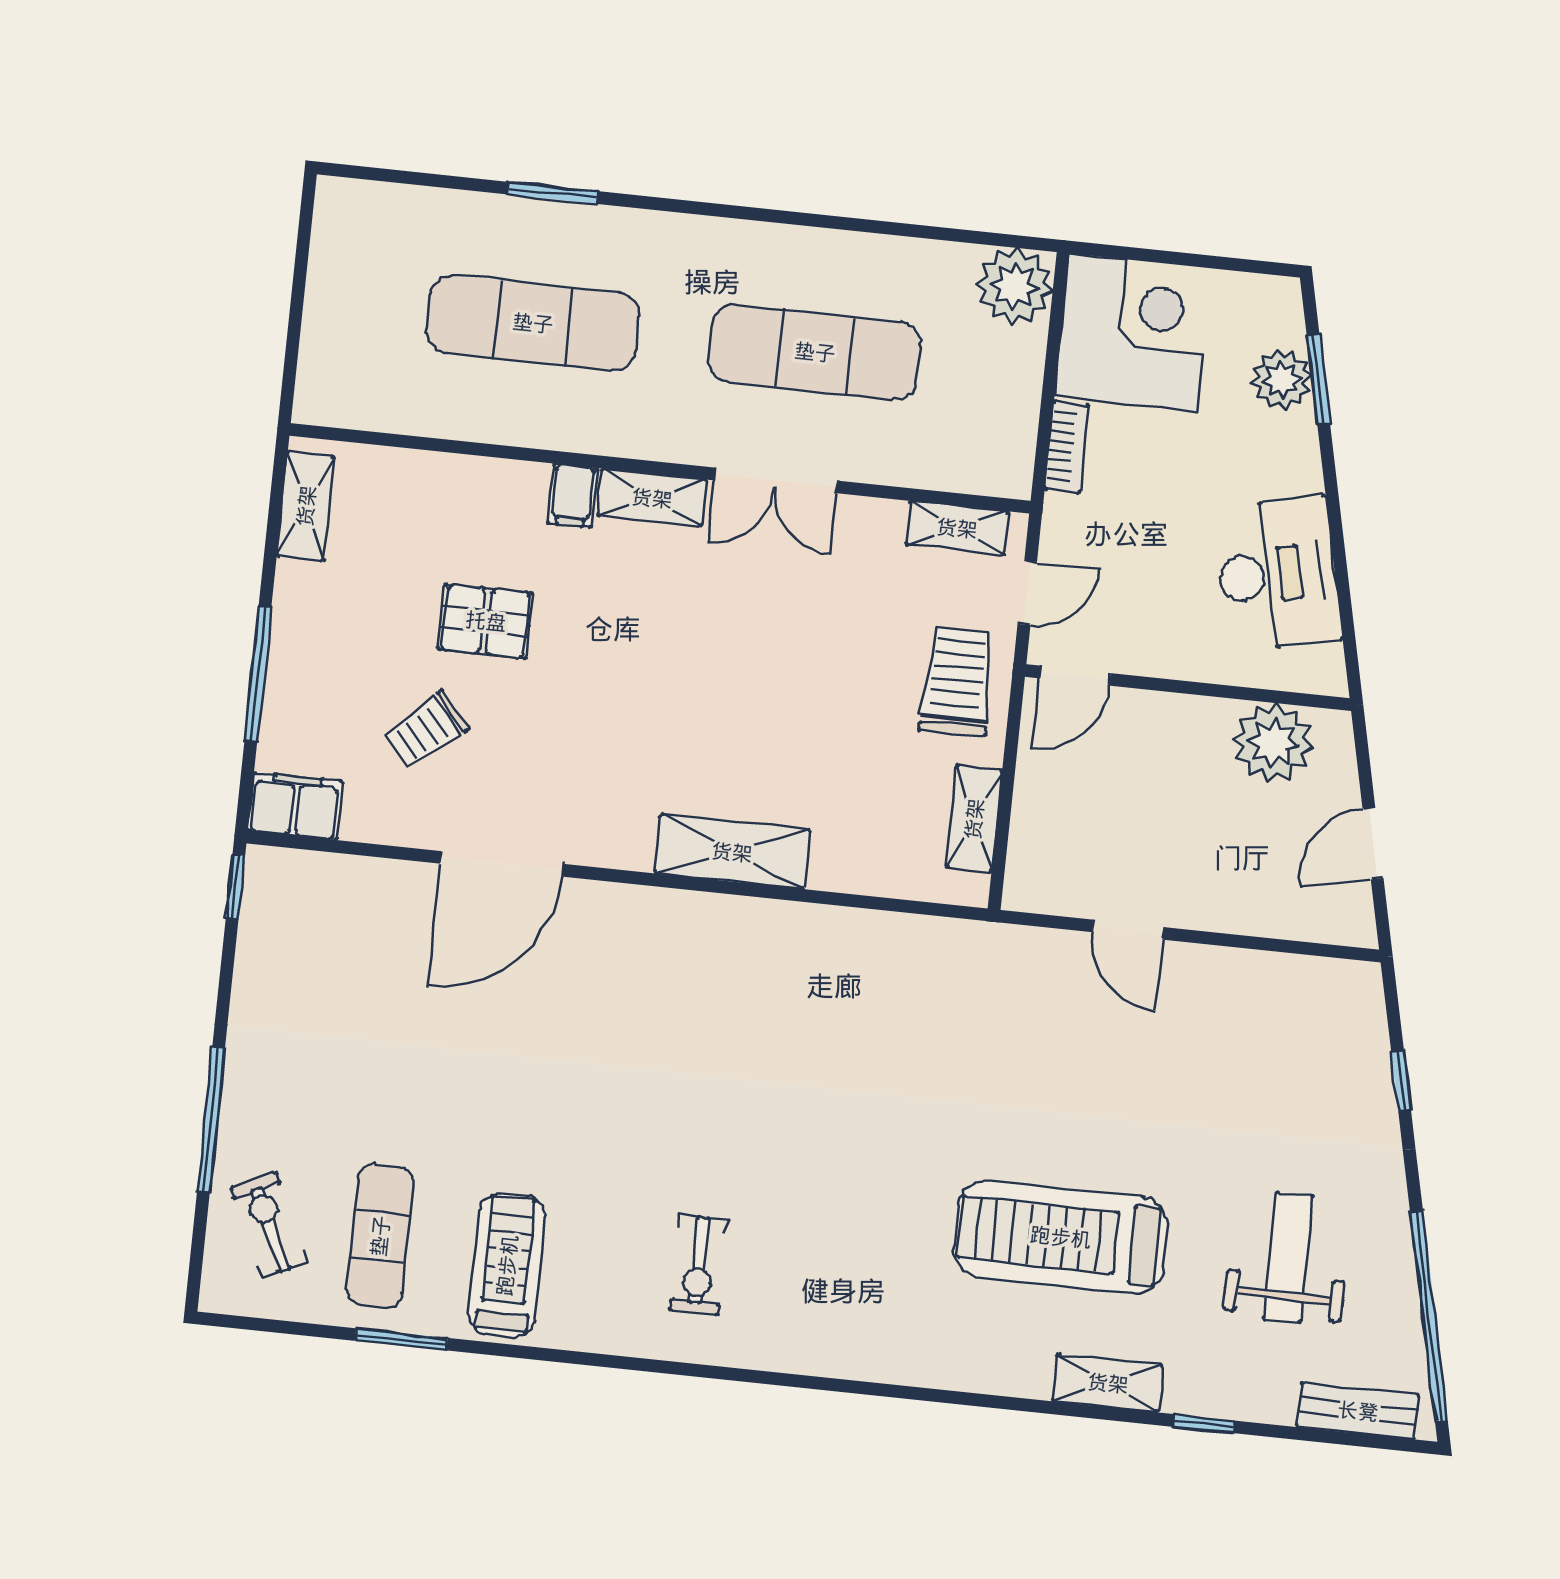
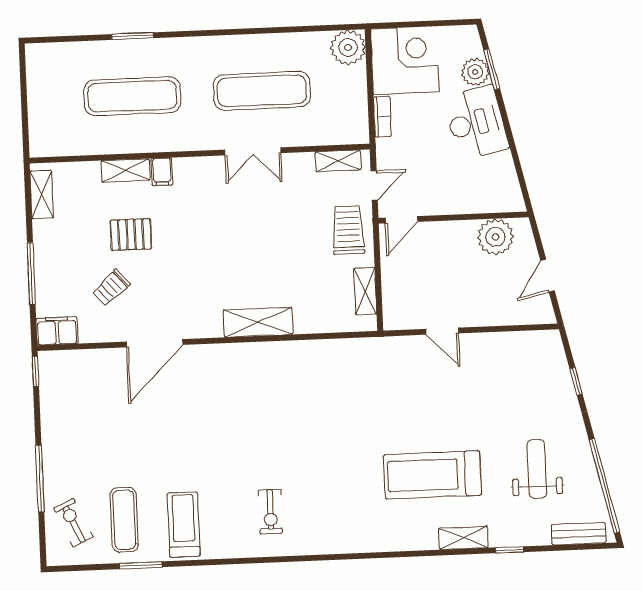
shelving: (652, 498) -> (125, 170), moved
desk: (1277, 574) -> (476, 123), moved

